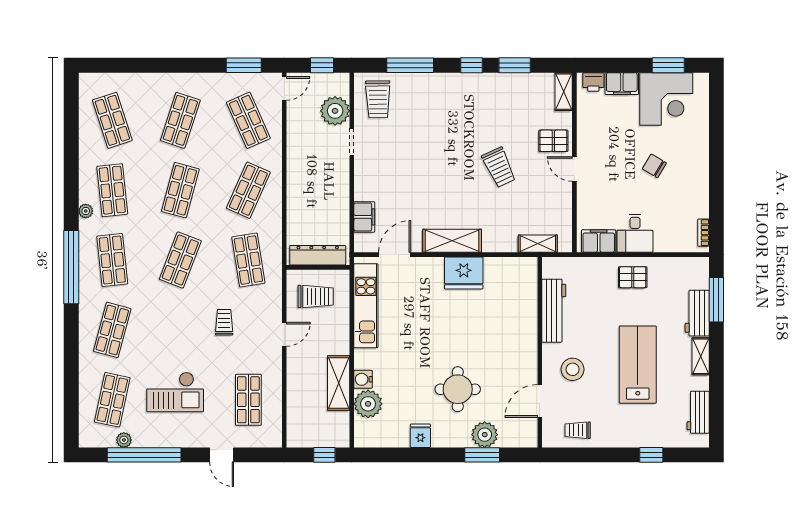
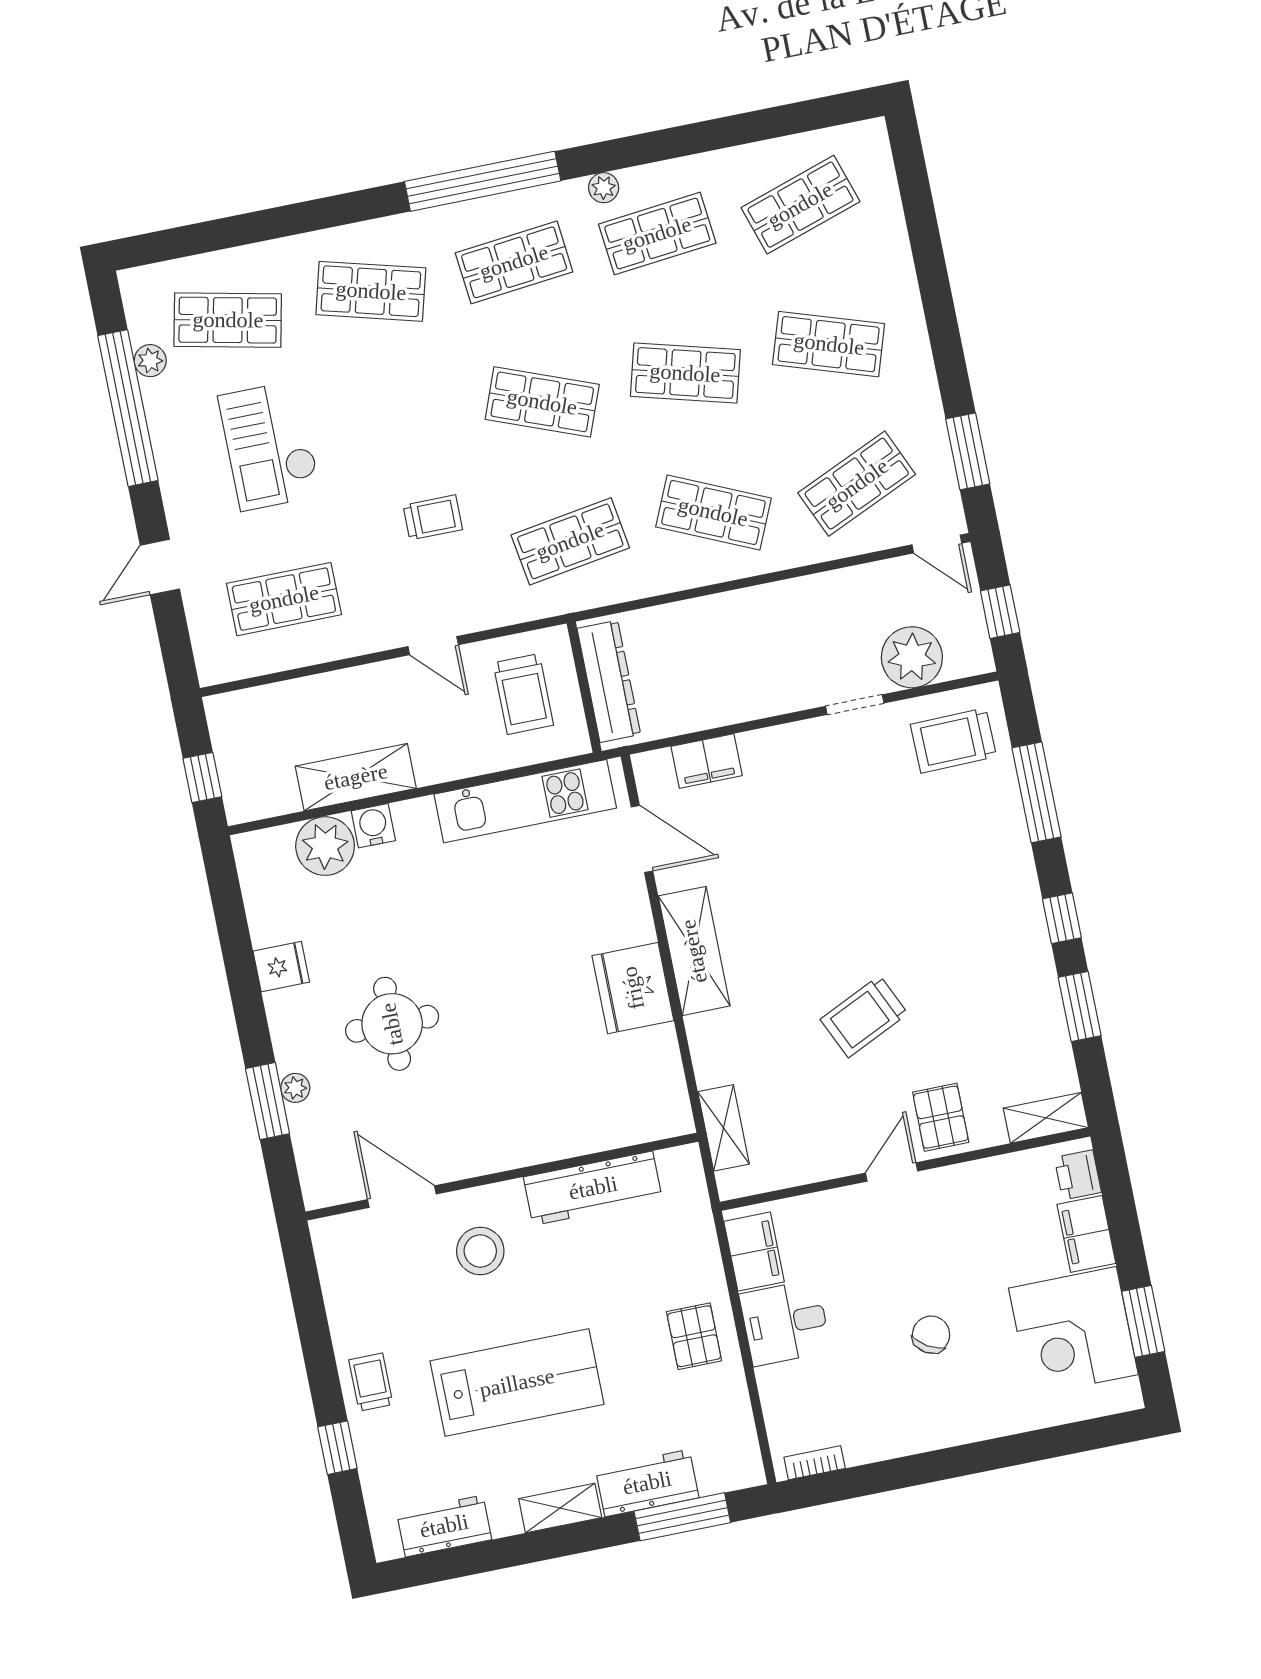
trolley: (578, 430) -> (371, 1382), moved
plant: (485, 435) -> (295, 1088), width x0.53, depth x0.53

